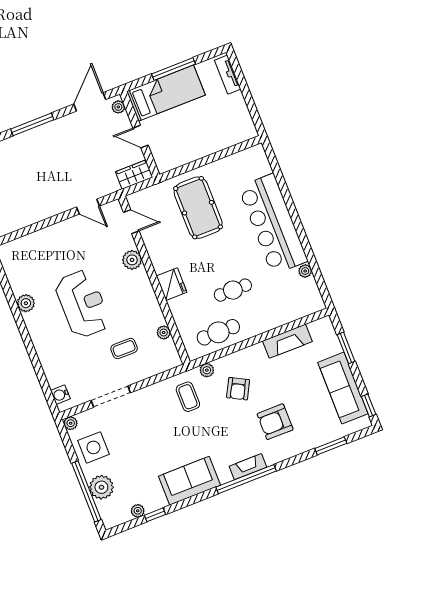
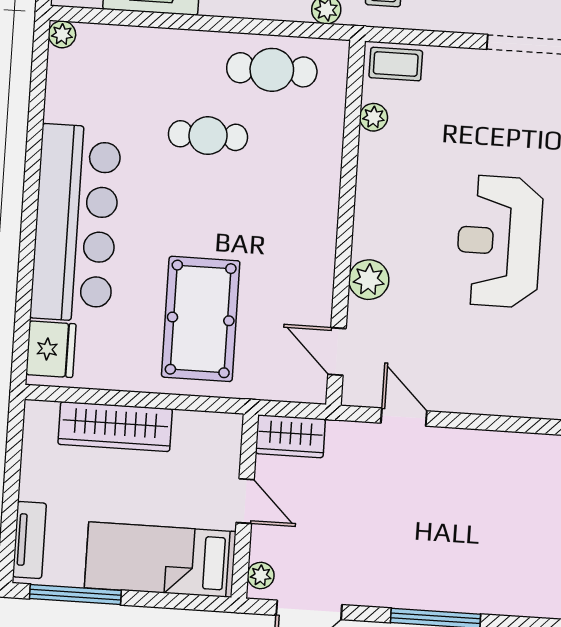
window: (174, 69) -> (75, 594), moved
wardrobe: (213, 142) -> (115, 427), added
plant: (305, 271) -> (62, 34), moved
fridge: (172, 284) -> (51, 349), moved, turned 180
coffee table: (124, 349) -> (396, 64), moved

